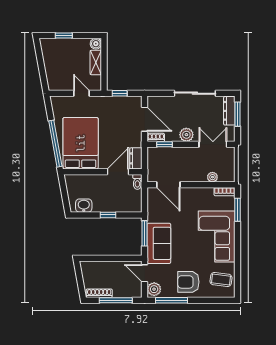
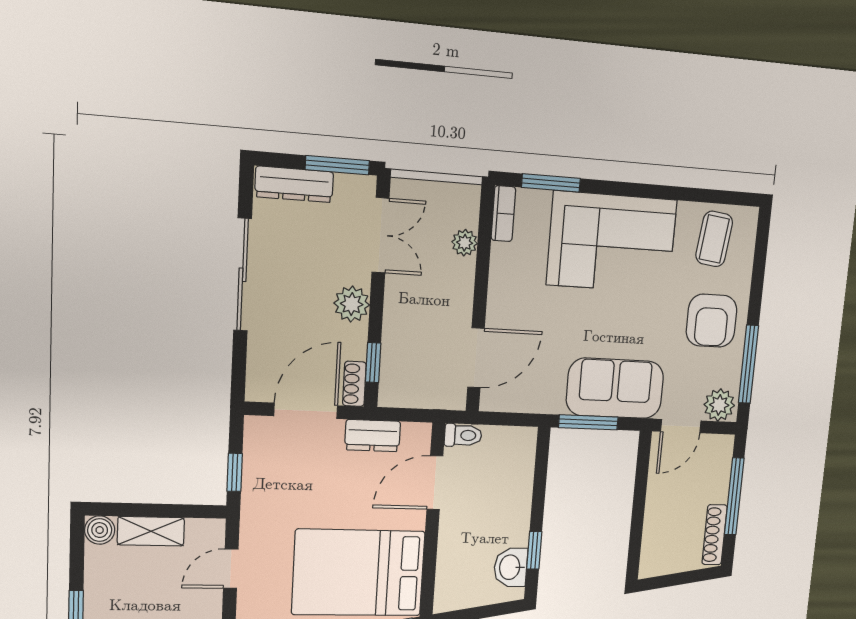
window: (238, 114) -> (337, 165), moved
double door: (213, 144) -> (380, 235), swing flipped
dresser: (136, 158) -> (373, 436), moved
door: (118, 172) -> (435, 483), hinge flipped
window: (108, 215) -> (534, 550), moved

